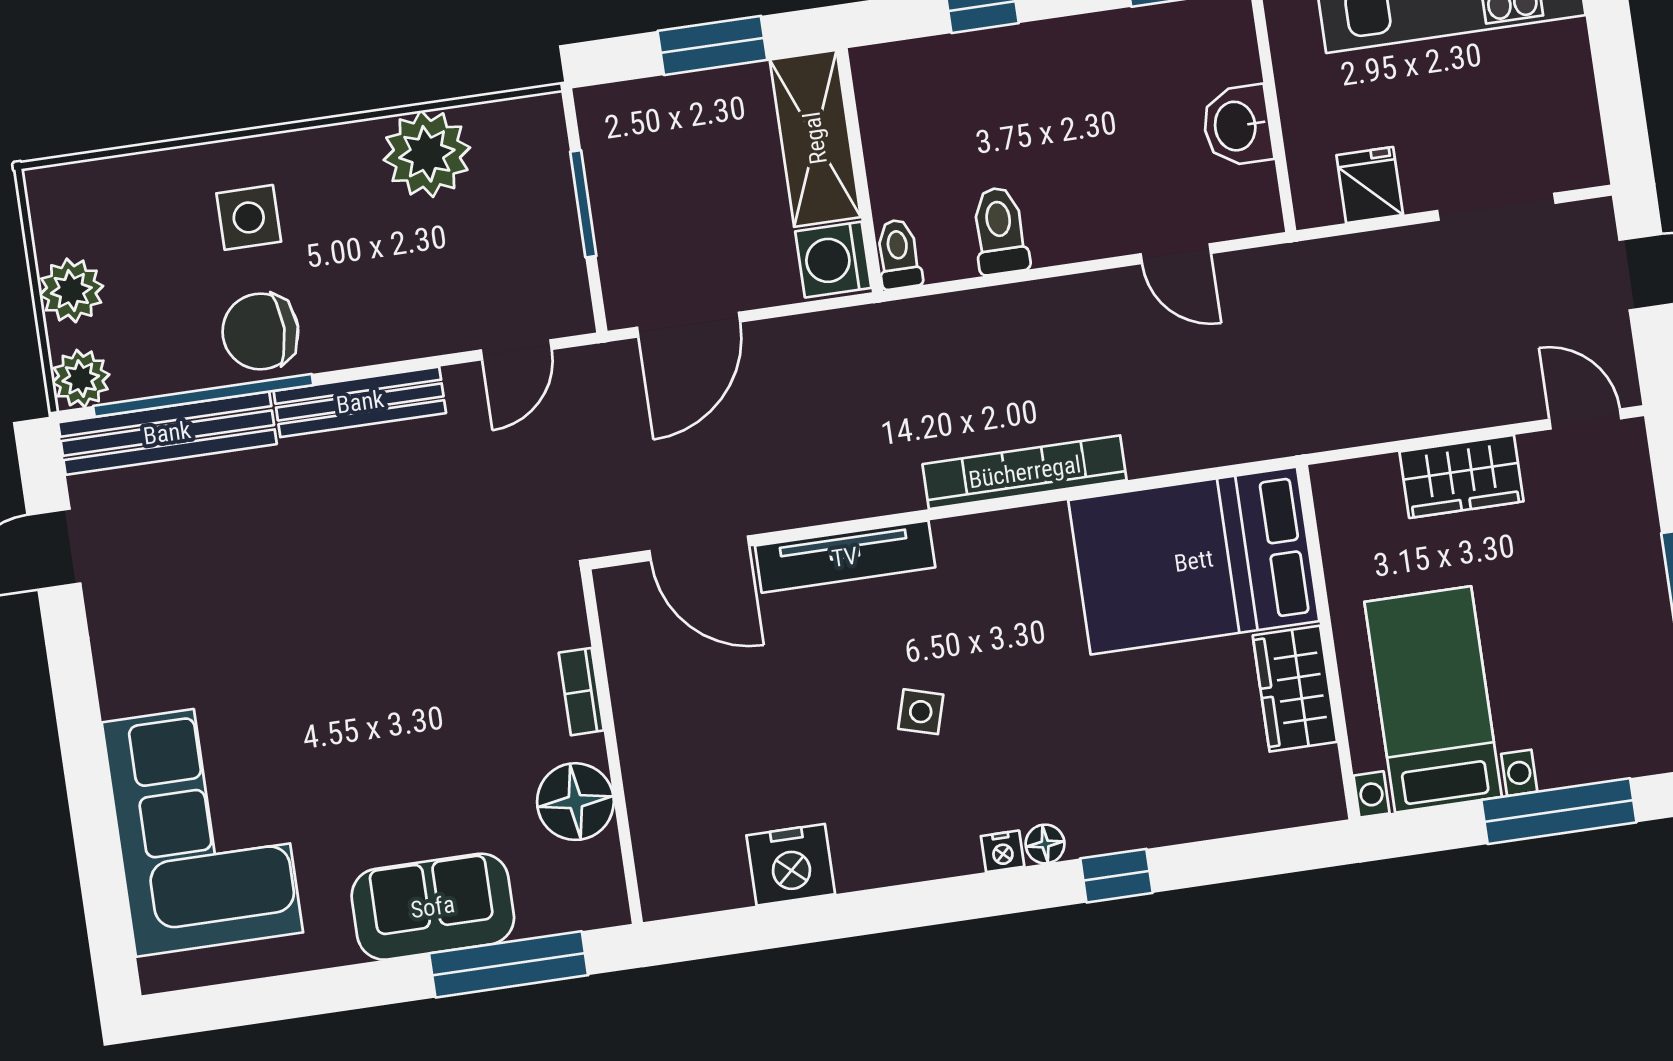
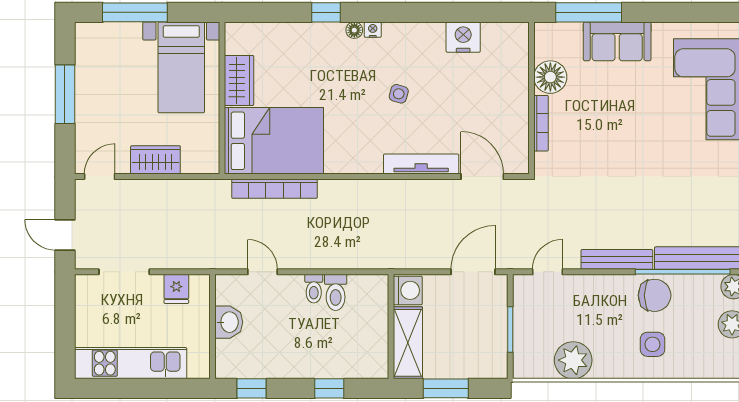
toilet: (899, 254) -> (314, 289), moved
door: (1585, 419) -> (100, 177), swing flipped
bookcase: (1025, 472) -> (274, 189), moved
bookcase: (581, 692) -> (541, 123), width x1.56

